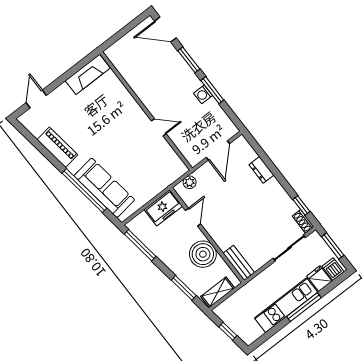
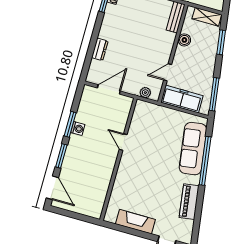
fireplace: (88, 74) -> (135, 222), moved
freezer: (163, 208) -> (182, 99), width x1.40
boiler: (203, 254) -> (184, 40), width x0.54, depth x0.54

